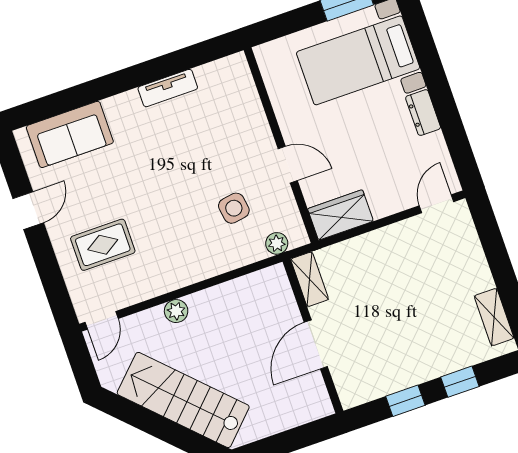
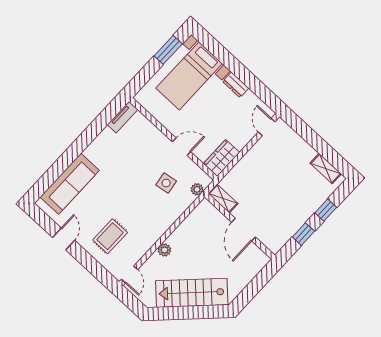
tv unit: (168, 88) -> (123, 117), moved
sofa: (70, 134) -> (70, 184), width x1.36

